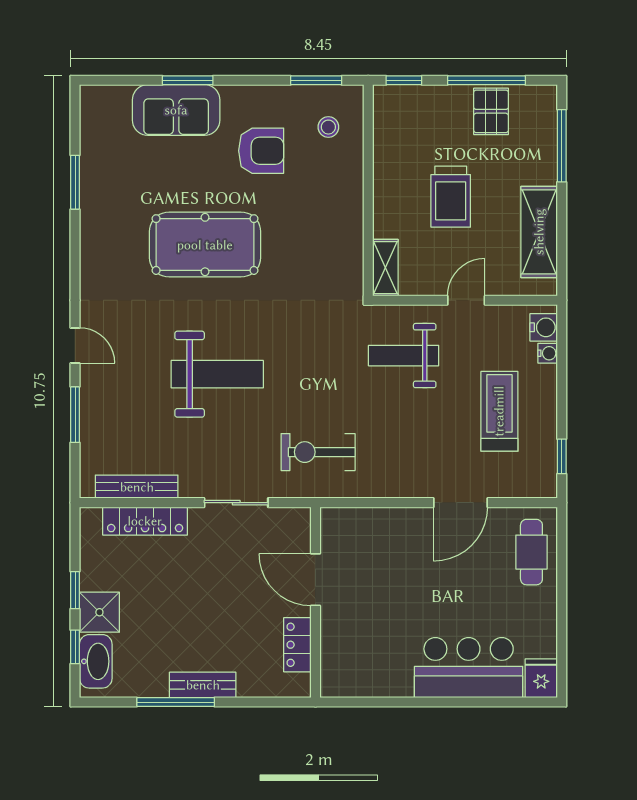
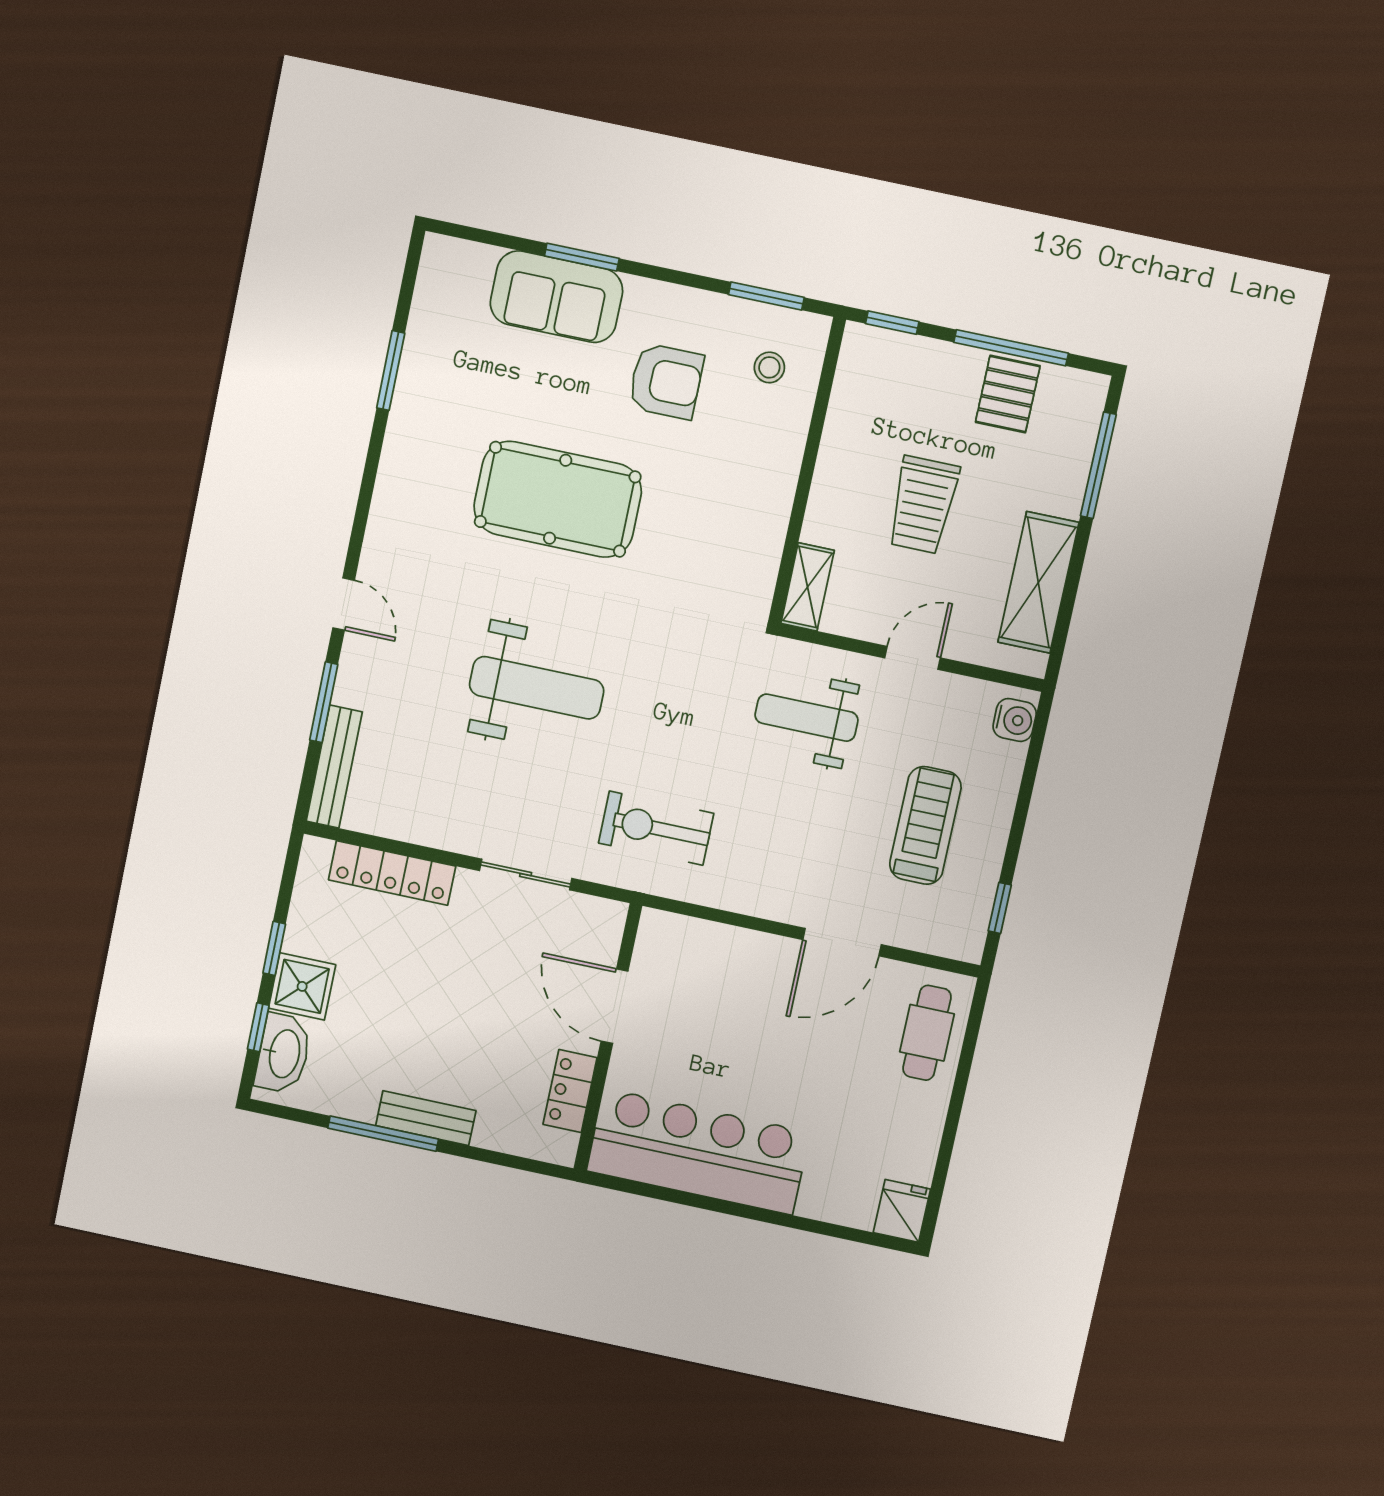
water cooler: (548, 353) -> (1012, 758), removed
bench: (137, 487) -> (334, 767), moved, turned 90
bar counter: (469, 668) -> (698, 1152), moved, width x1.36

